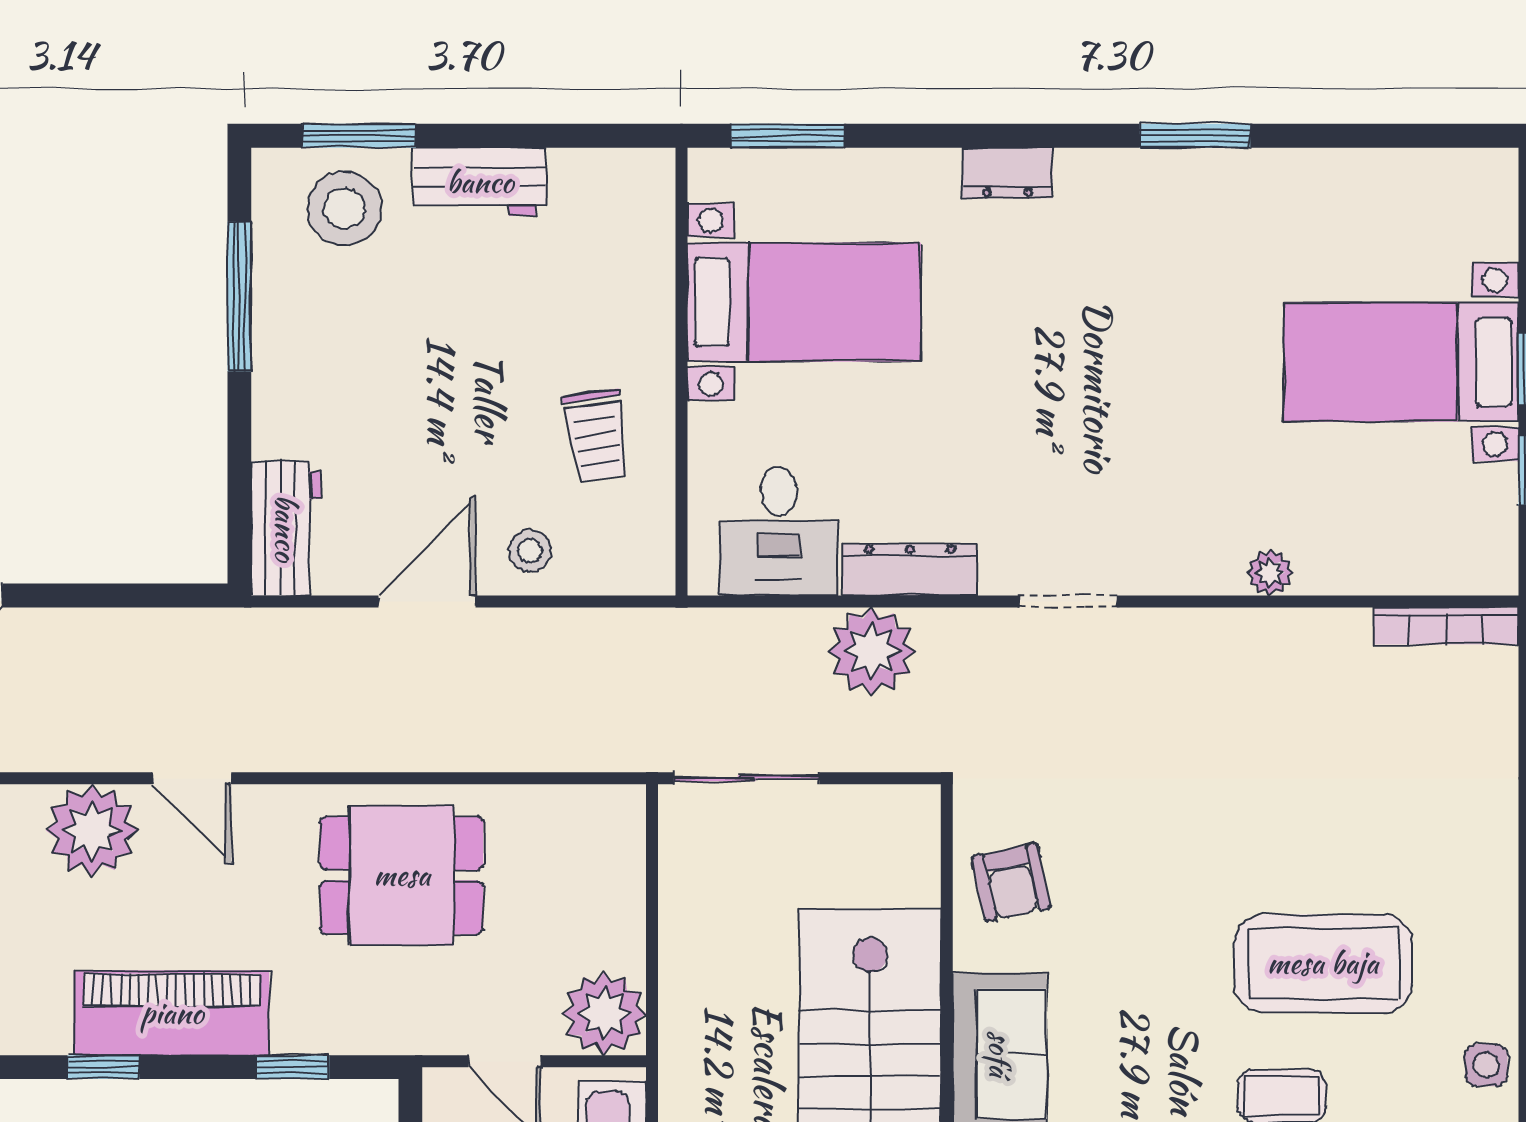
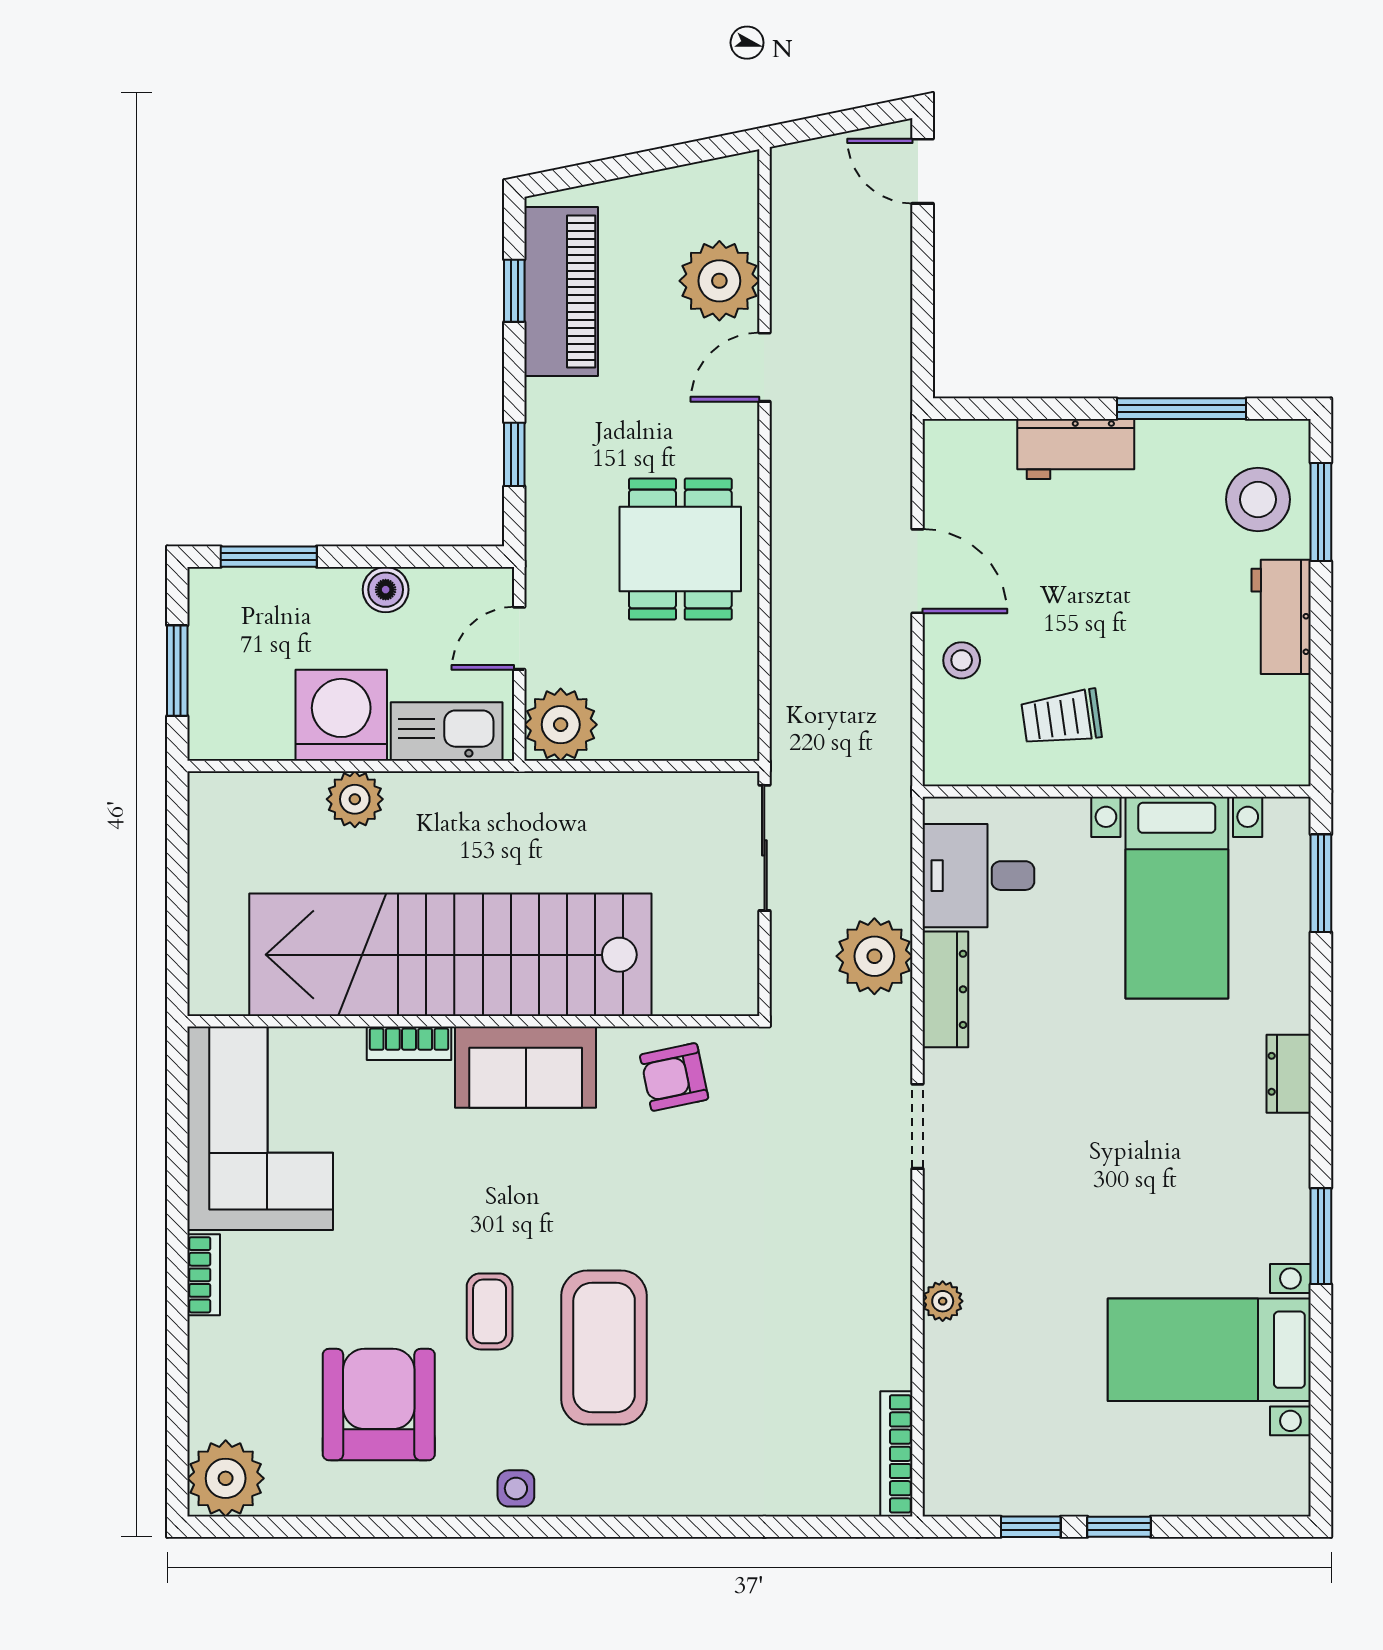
bed with nightstands: (1401, 362) -> (1209, 1350), moved, turned -90
workbench: (286, 528) -> (1076, 449), moved
piano: (172, 1013) -> (561, 291), moved

